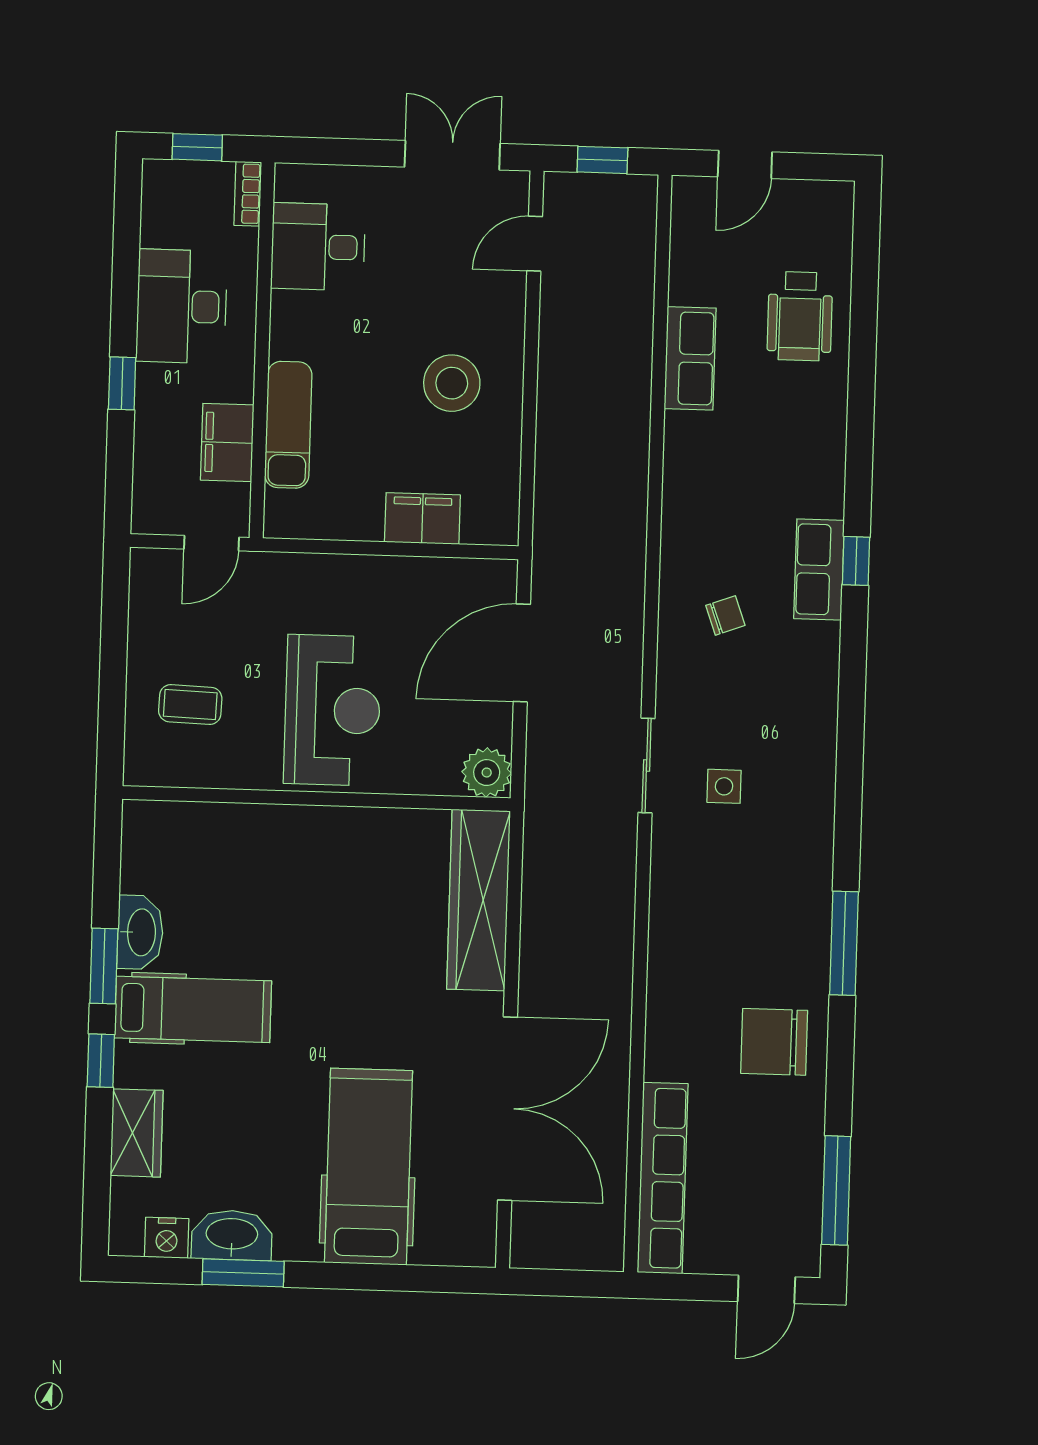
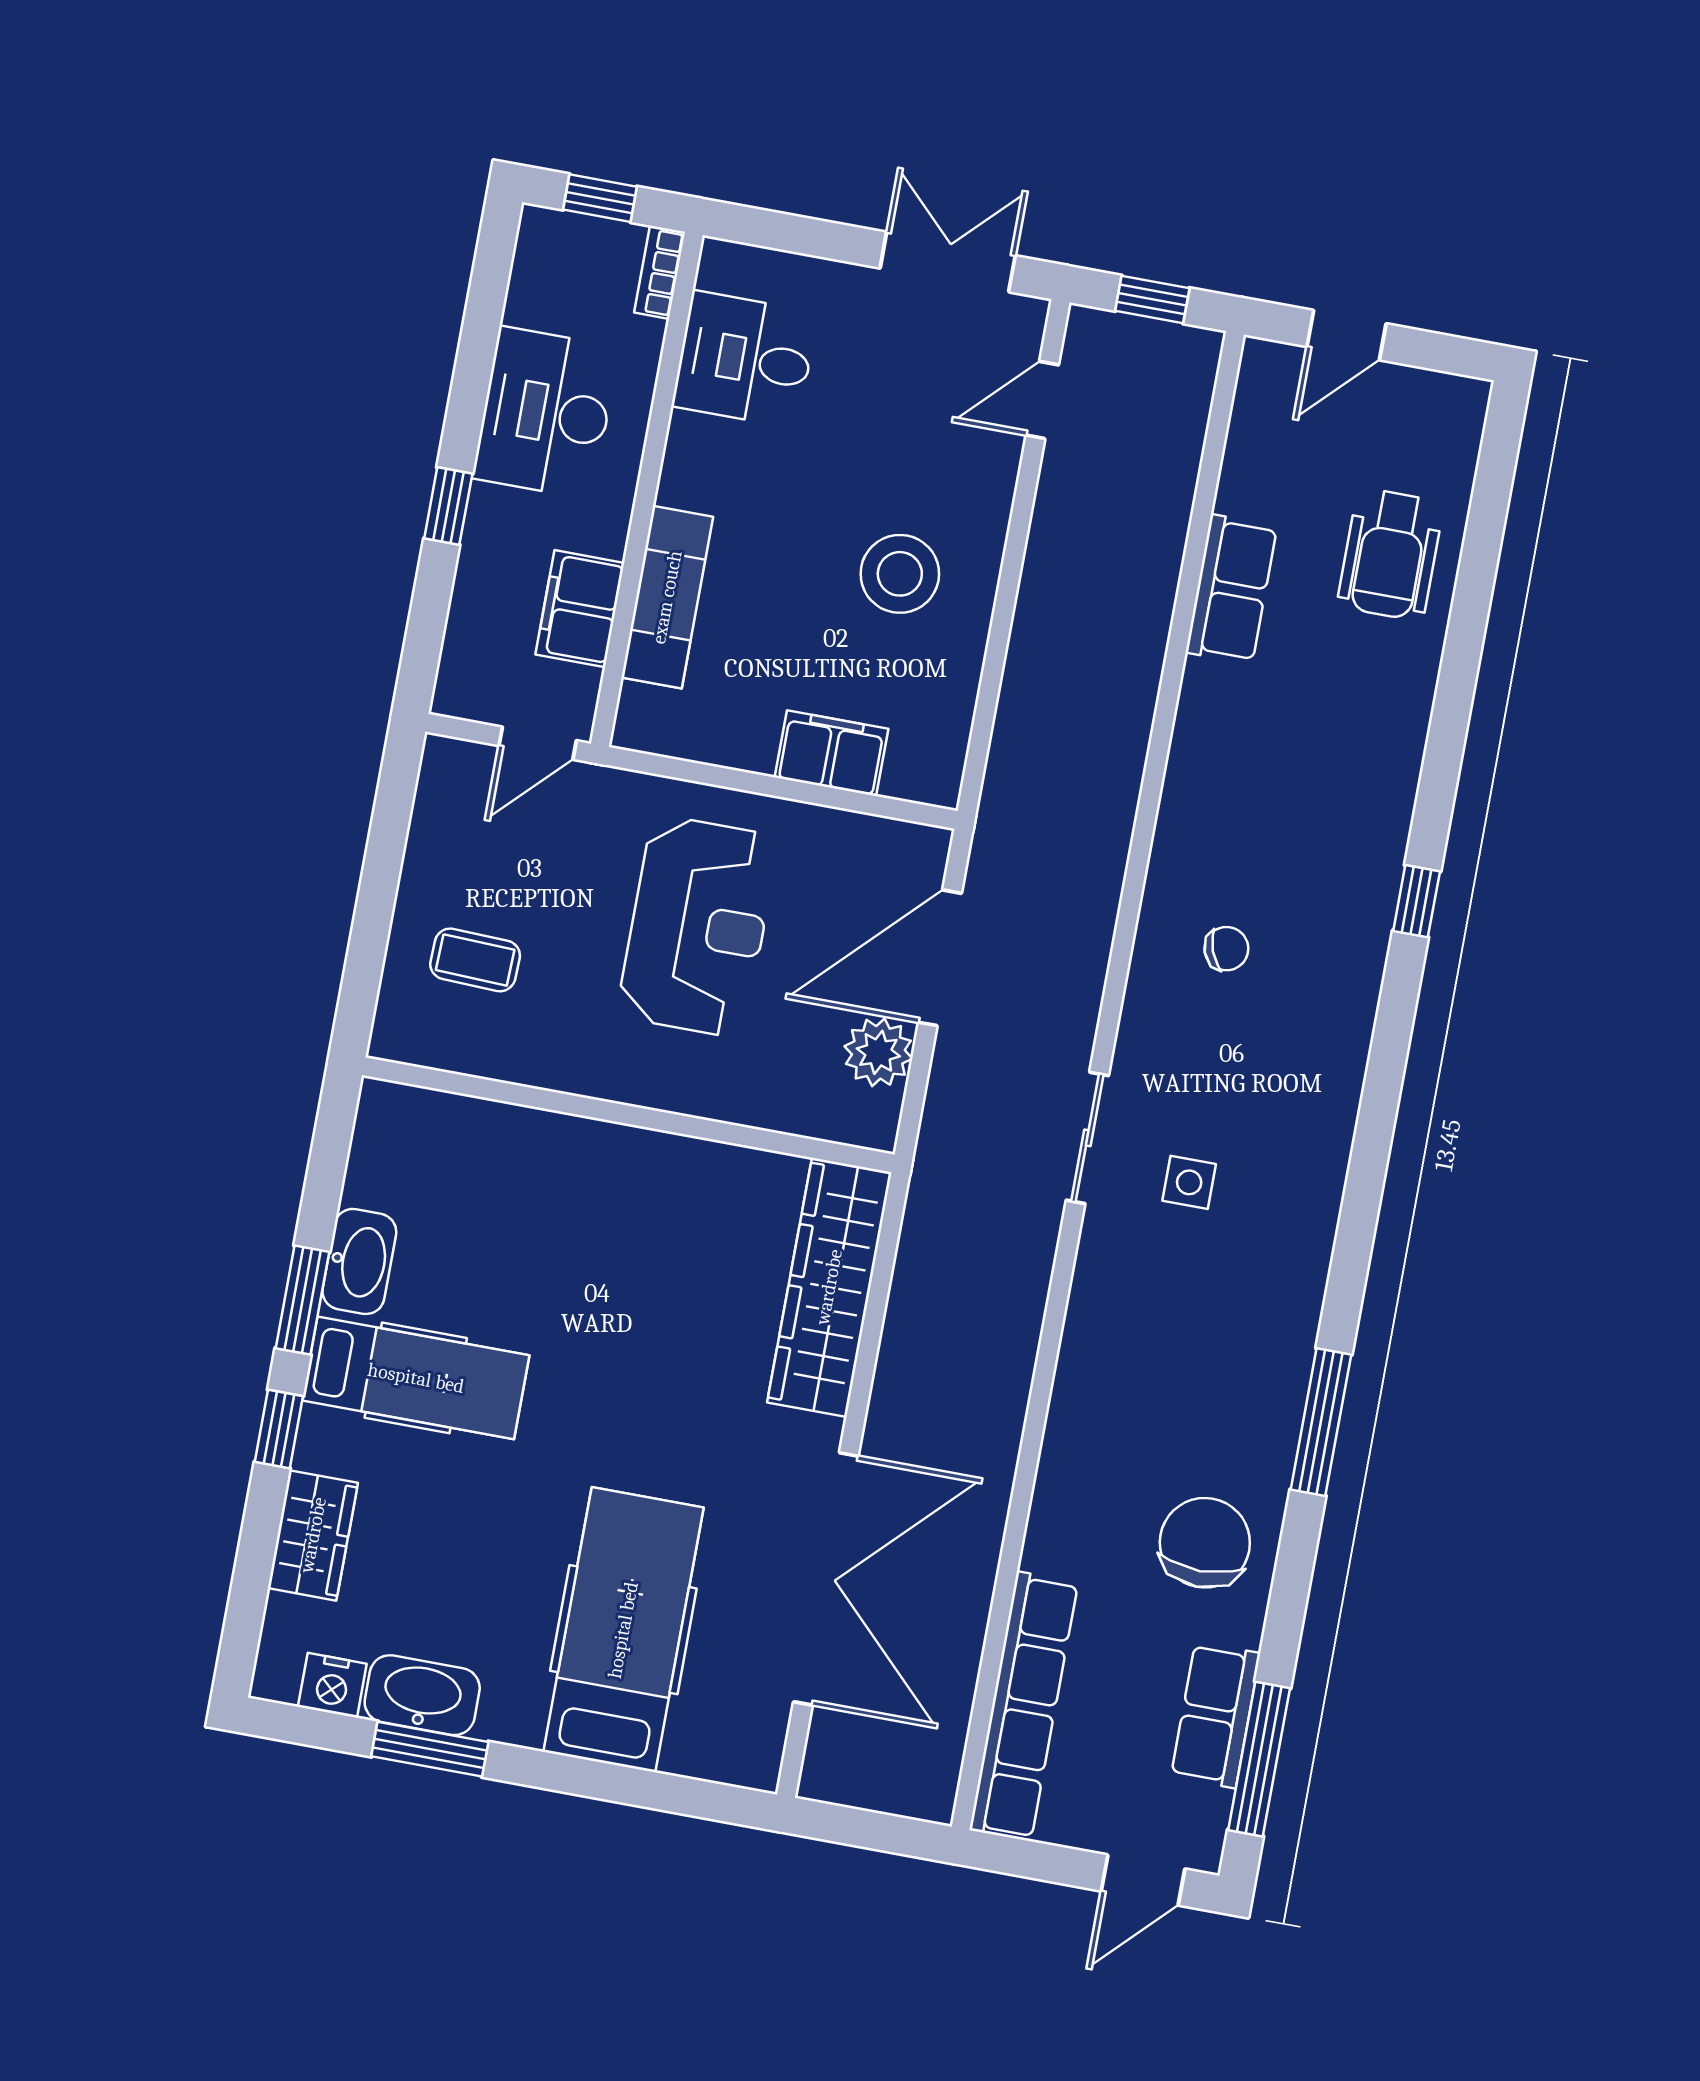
row of seats: (819, 569) -> (1216, 1715), moved
reception desk: (332, 710) -> (698, 926), moved
plant: (487, 773) -> (878, 1052), moved
chair: (774, 1042) -> (1205, 1543), turned 90

